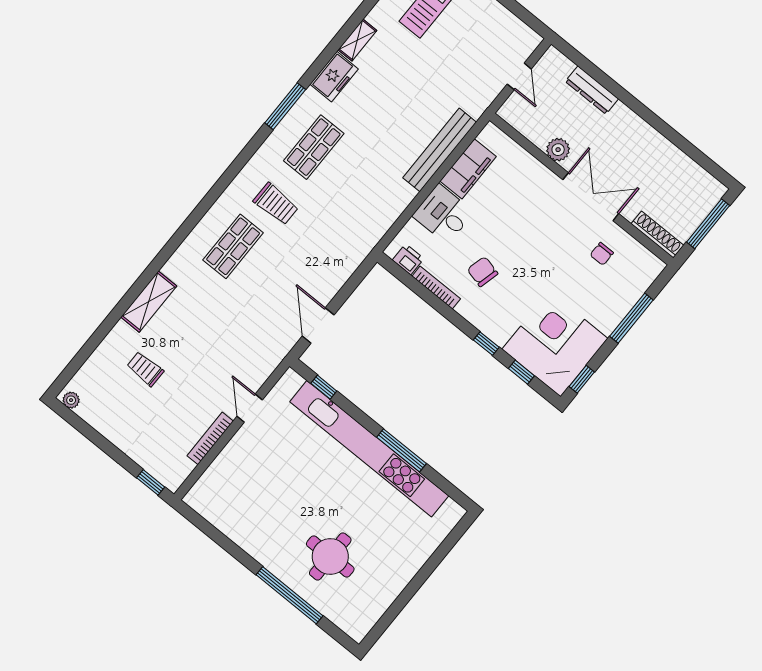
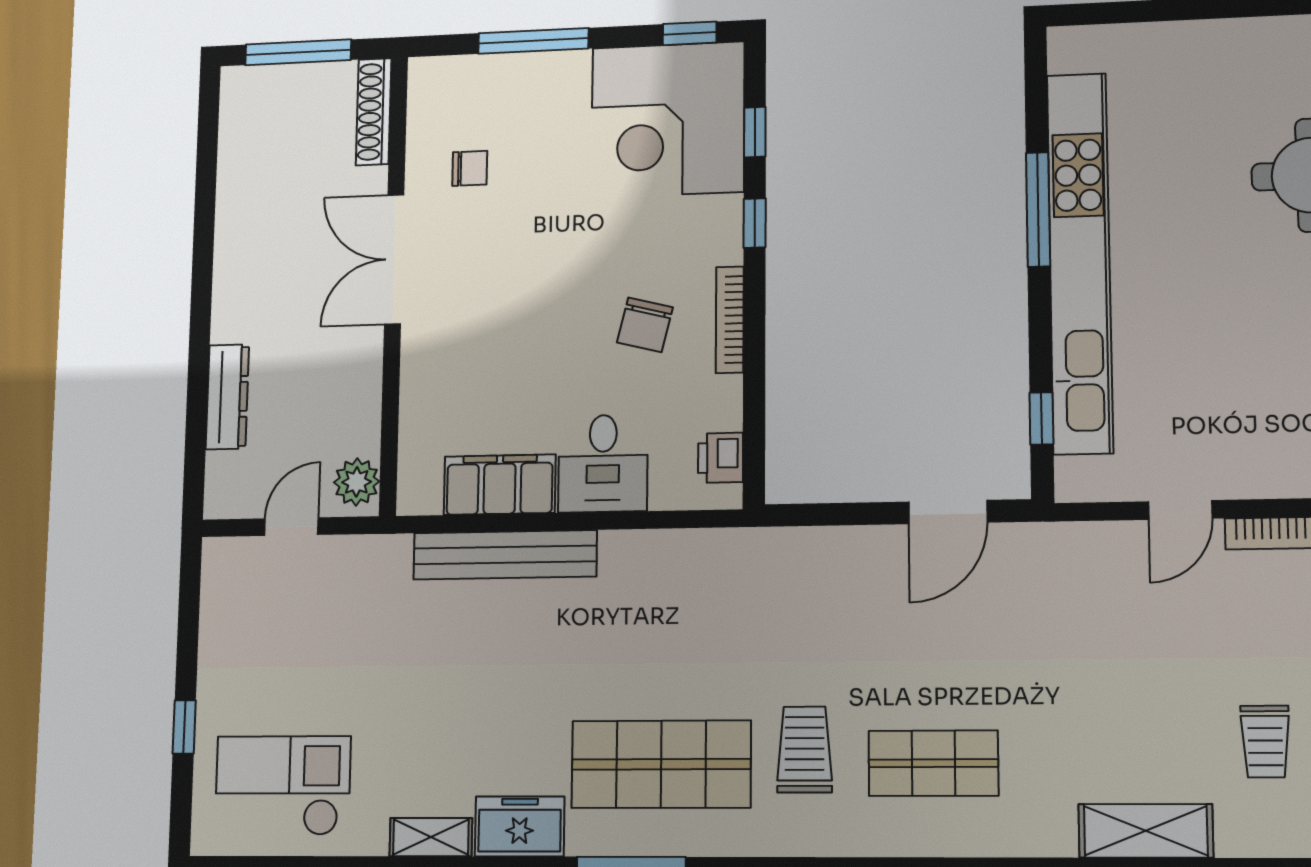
shop shelf: (314, 147) -> (661, 764), width x1.43, depth x1.36
plant: (558, 150) -> (357, 482), moved
bookcase: (436, 288) -> (730, 320), moved

